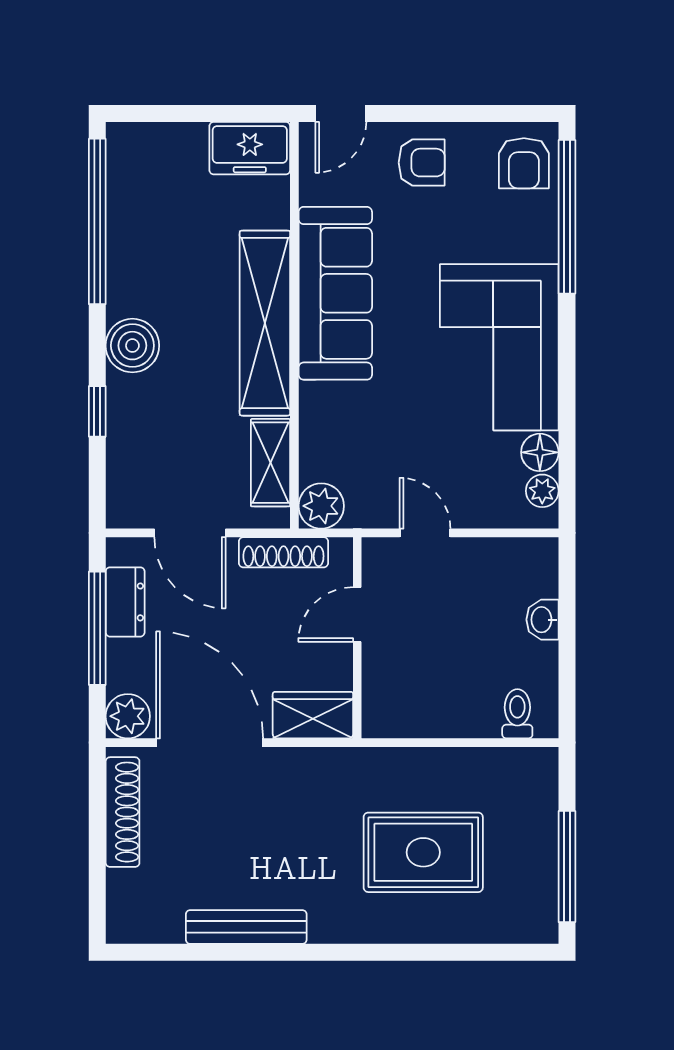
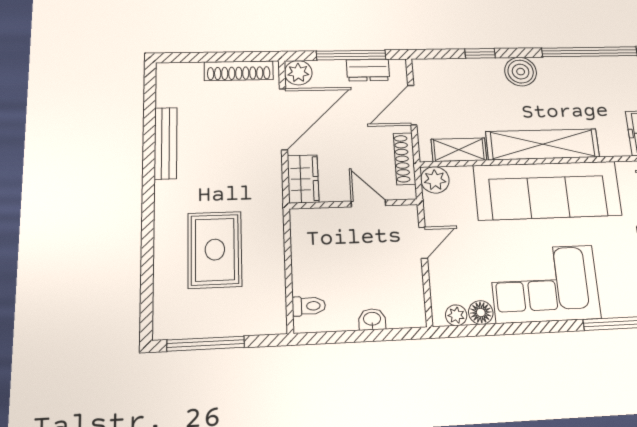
sofa: (335, 293) -> (548, 190), width x1.36, depth x1.27

